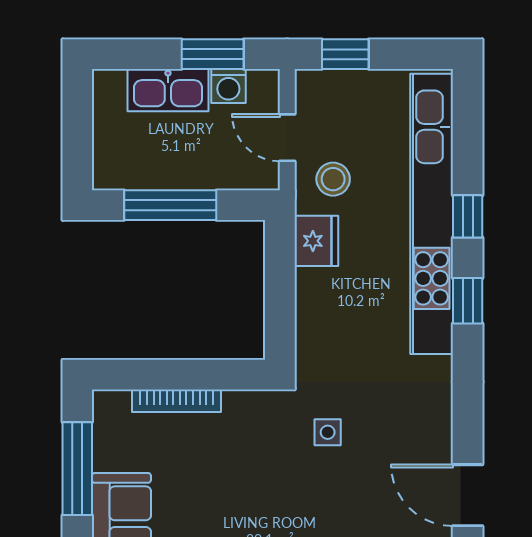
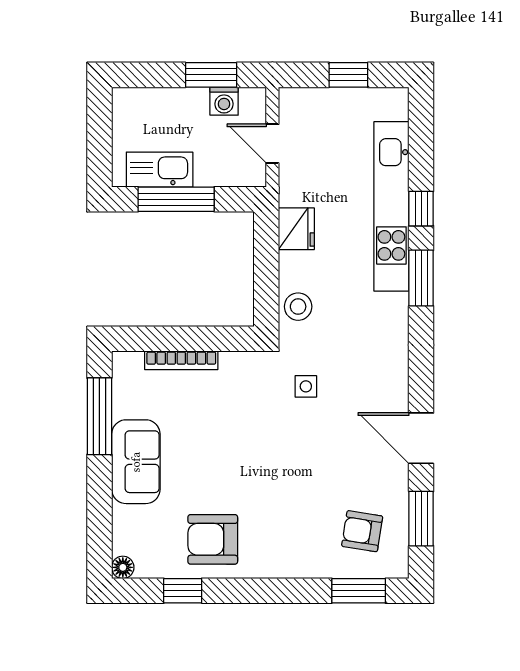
window: (345, 54) -> (348, 75), moved
kitchen sink: (168, 90) -> (160, 170), moved, turned 180
stool: (333, 179) -> (298, 307), moved
kitchen unit: (432, 214) -> (391, 206), width x0.73
window: (468, 301) -> (421, 278), width x1.50

